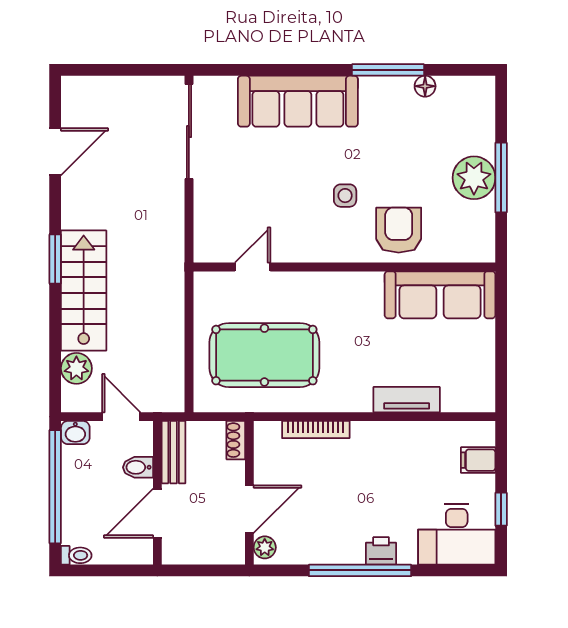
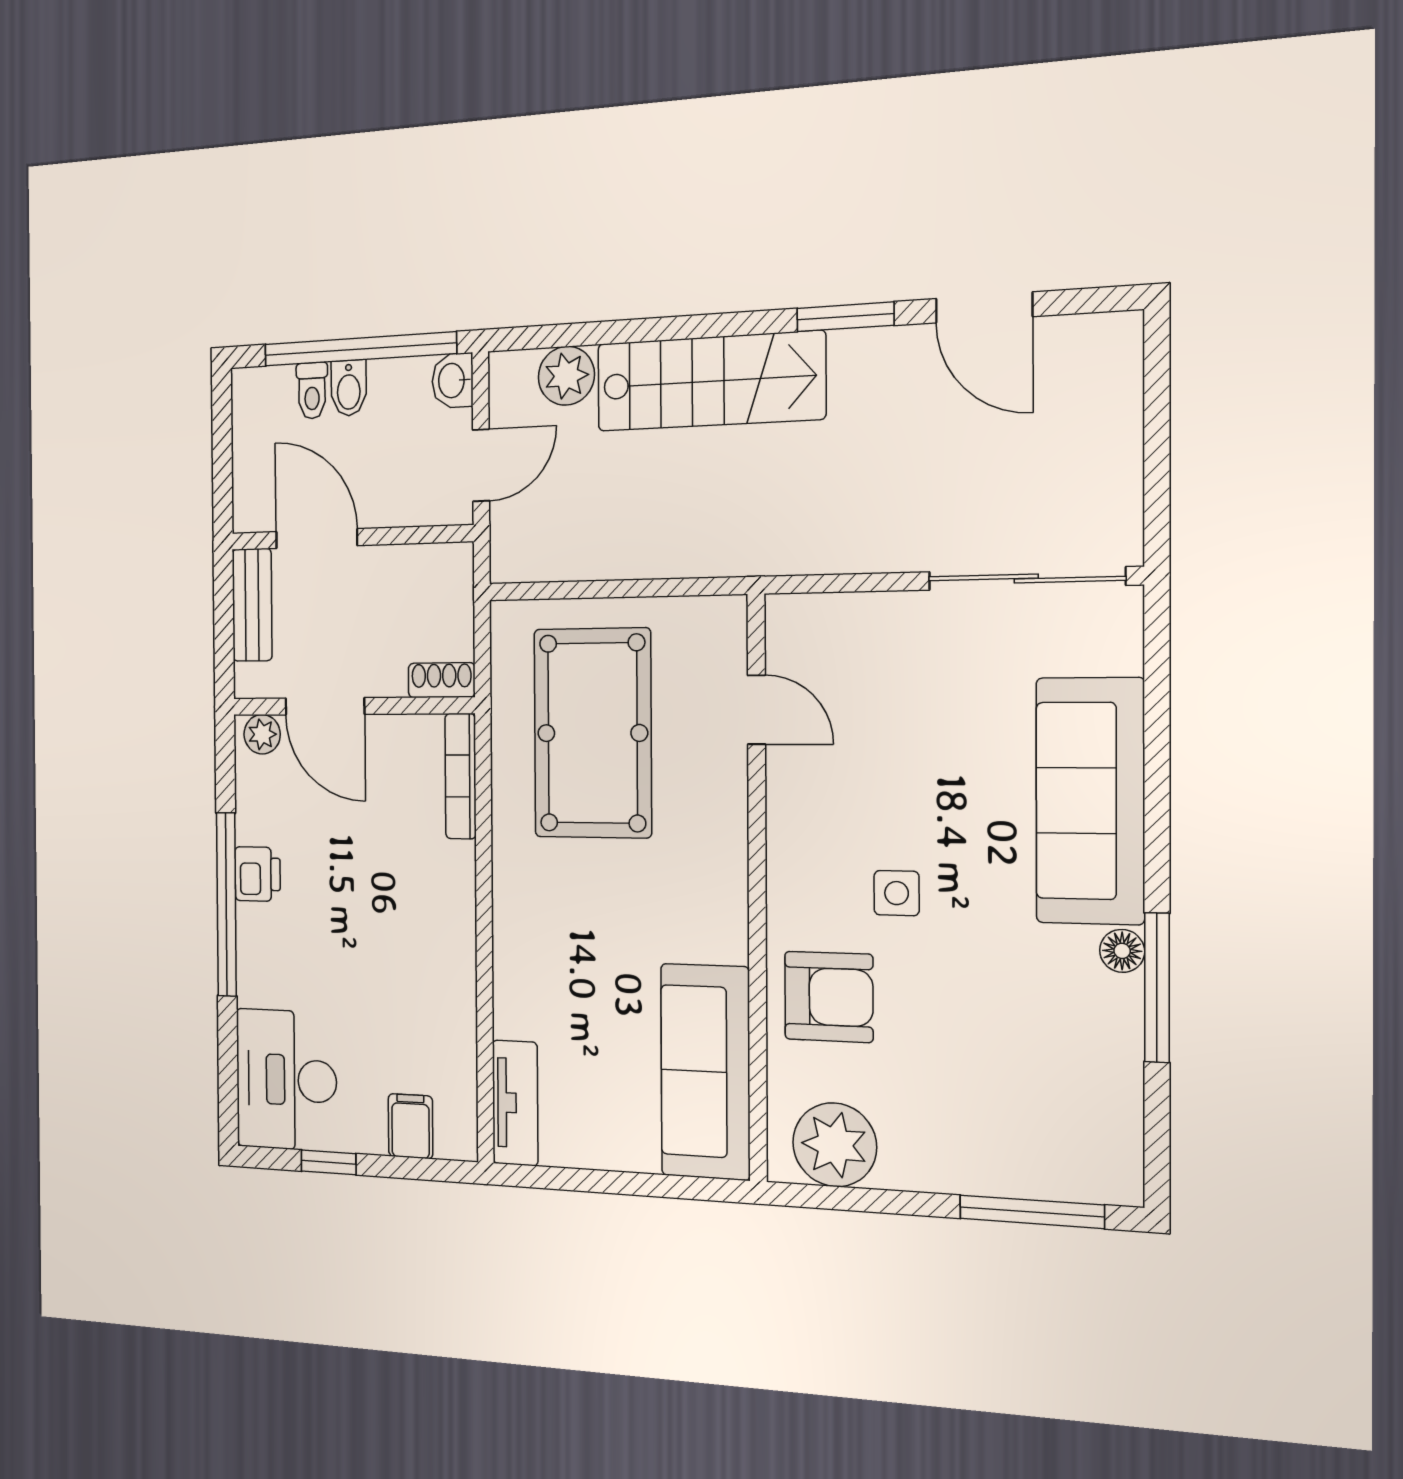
floor lamp: (425, 86) -> (1122, 951), moved
plant: (474, 178) -> (835, 1145), moved
window: (501, 178) -> (1032, 1212), moved
window: (55, 259) -> (845, 317), moved
tv unit: (407, 400) -> (515, 1103), moved
bookcase: (316, 430) -> (461, 776), moved
bench: (174, 452) -> (252, 605), moved, turned 90
bidet: (138, 467) -> (349, 388), moved, turned 180
printer: (381, 551) -> (258, 874), moved
toilet: (76, 555) -> (312, 391), moved

